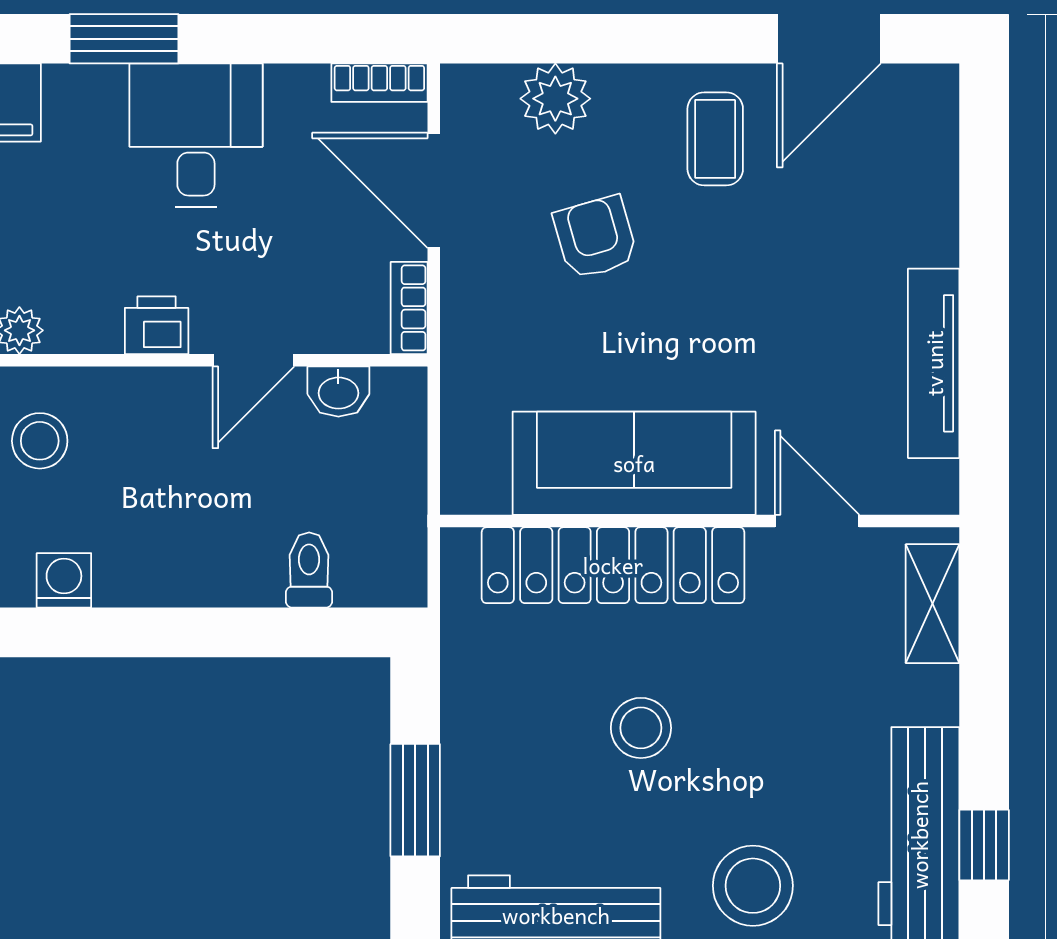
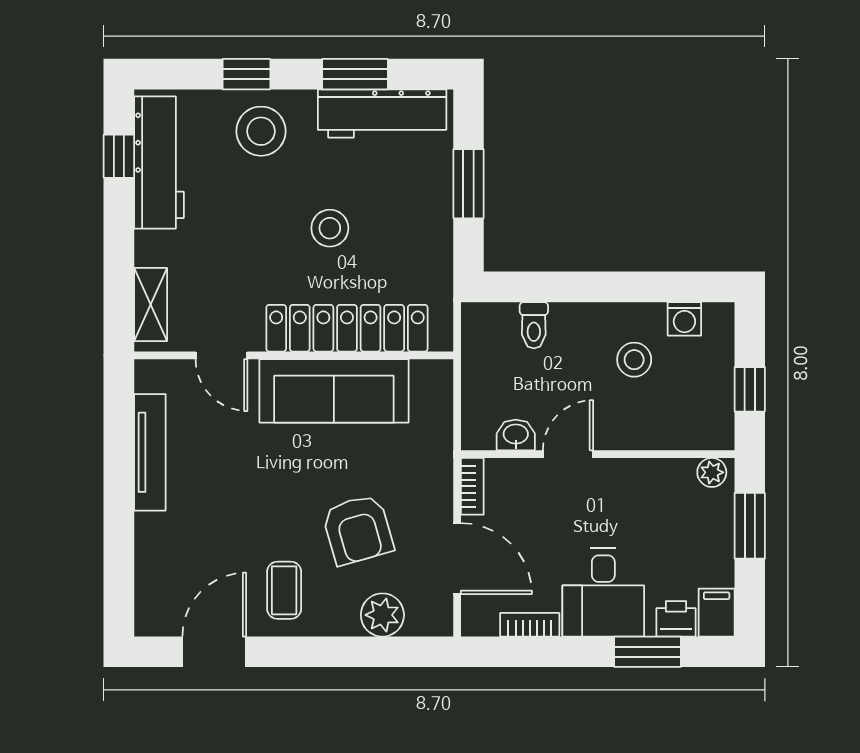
bookcase: (379, 83) -> (530, 625), moved
armchair: (595, 237) -> (358, 530), width x1.38, depth x1.38
printer: (157, 325) -> (676, 619), moved, turned 180
stool: (40, 441) -> (634, 360), moved

